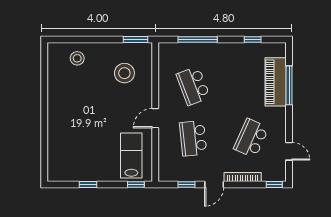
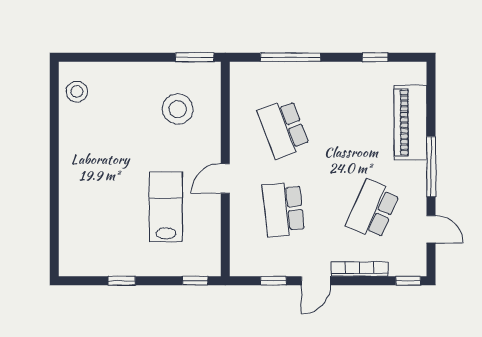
stool: (77, 58) -> (77, 92), moved
window: (289, 85) -> (431, 167), moved
lab bench: (131, 155) -> (166, 207), moved

